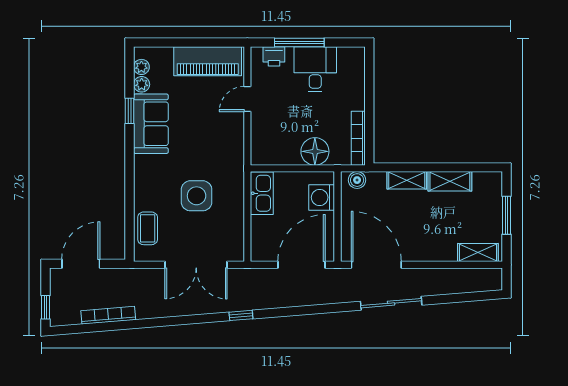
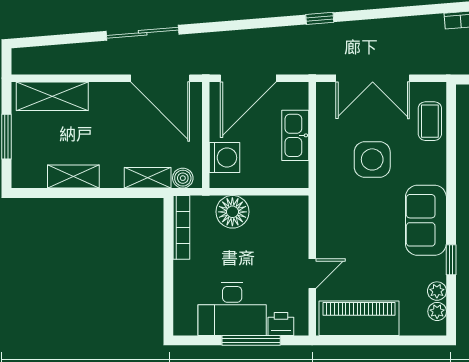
desk: (315, 69) -> (232, 309), width x1.37
sofa: (151, 124) -> (426, 220), moved
shelving: (407, 180) -> (148, 178), moved
kitchen sink: (262, 193) -> (295, 135), moved
shelving: (478, 253) -> (52, 96), width x1.50, depth x1.33
double door: (196, 265) -> (373, 78), swing flipped

